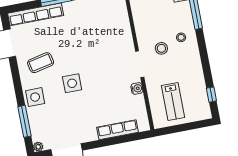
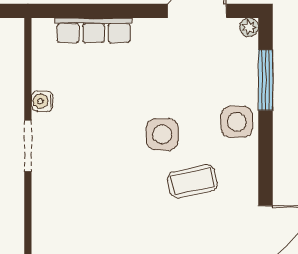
coffee table: (41, 63) -> (192, 181), moved

